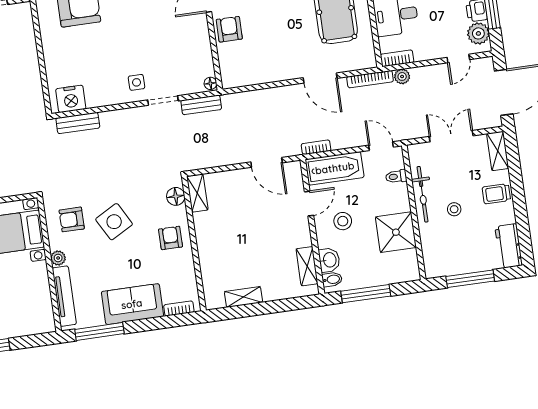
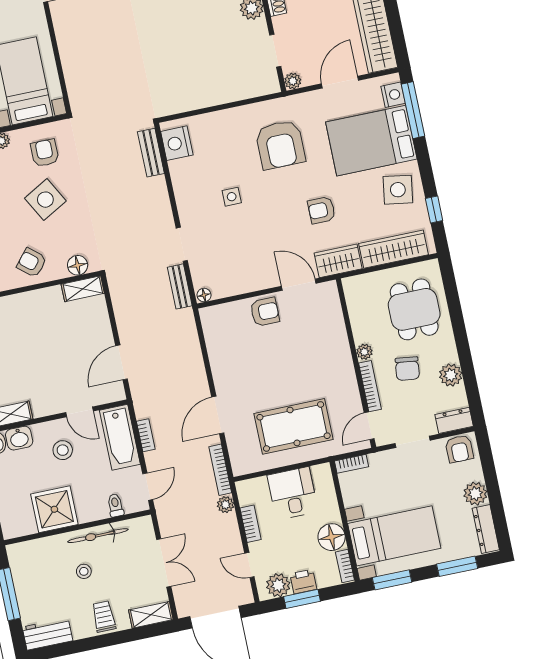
bookcase: (397, 58) -> (251, 524), moved
side table: (137, 82) -> (232, 197), moved
bookcase: (316, 147) -> (146, 435), moved
armchair: (171, 238) -> (32, 263), turned -140

